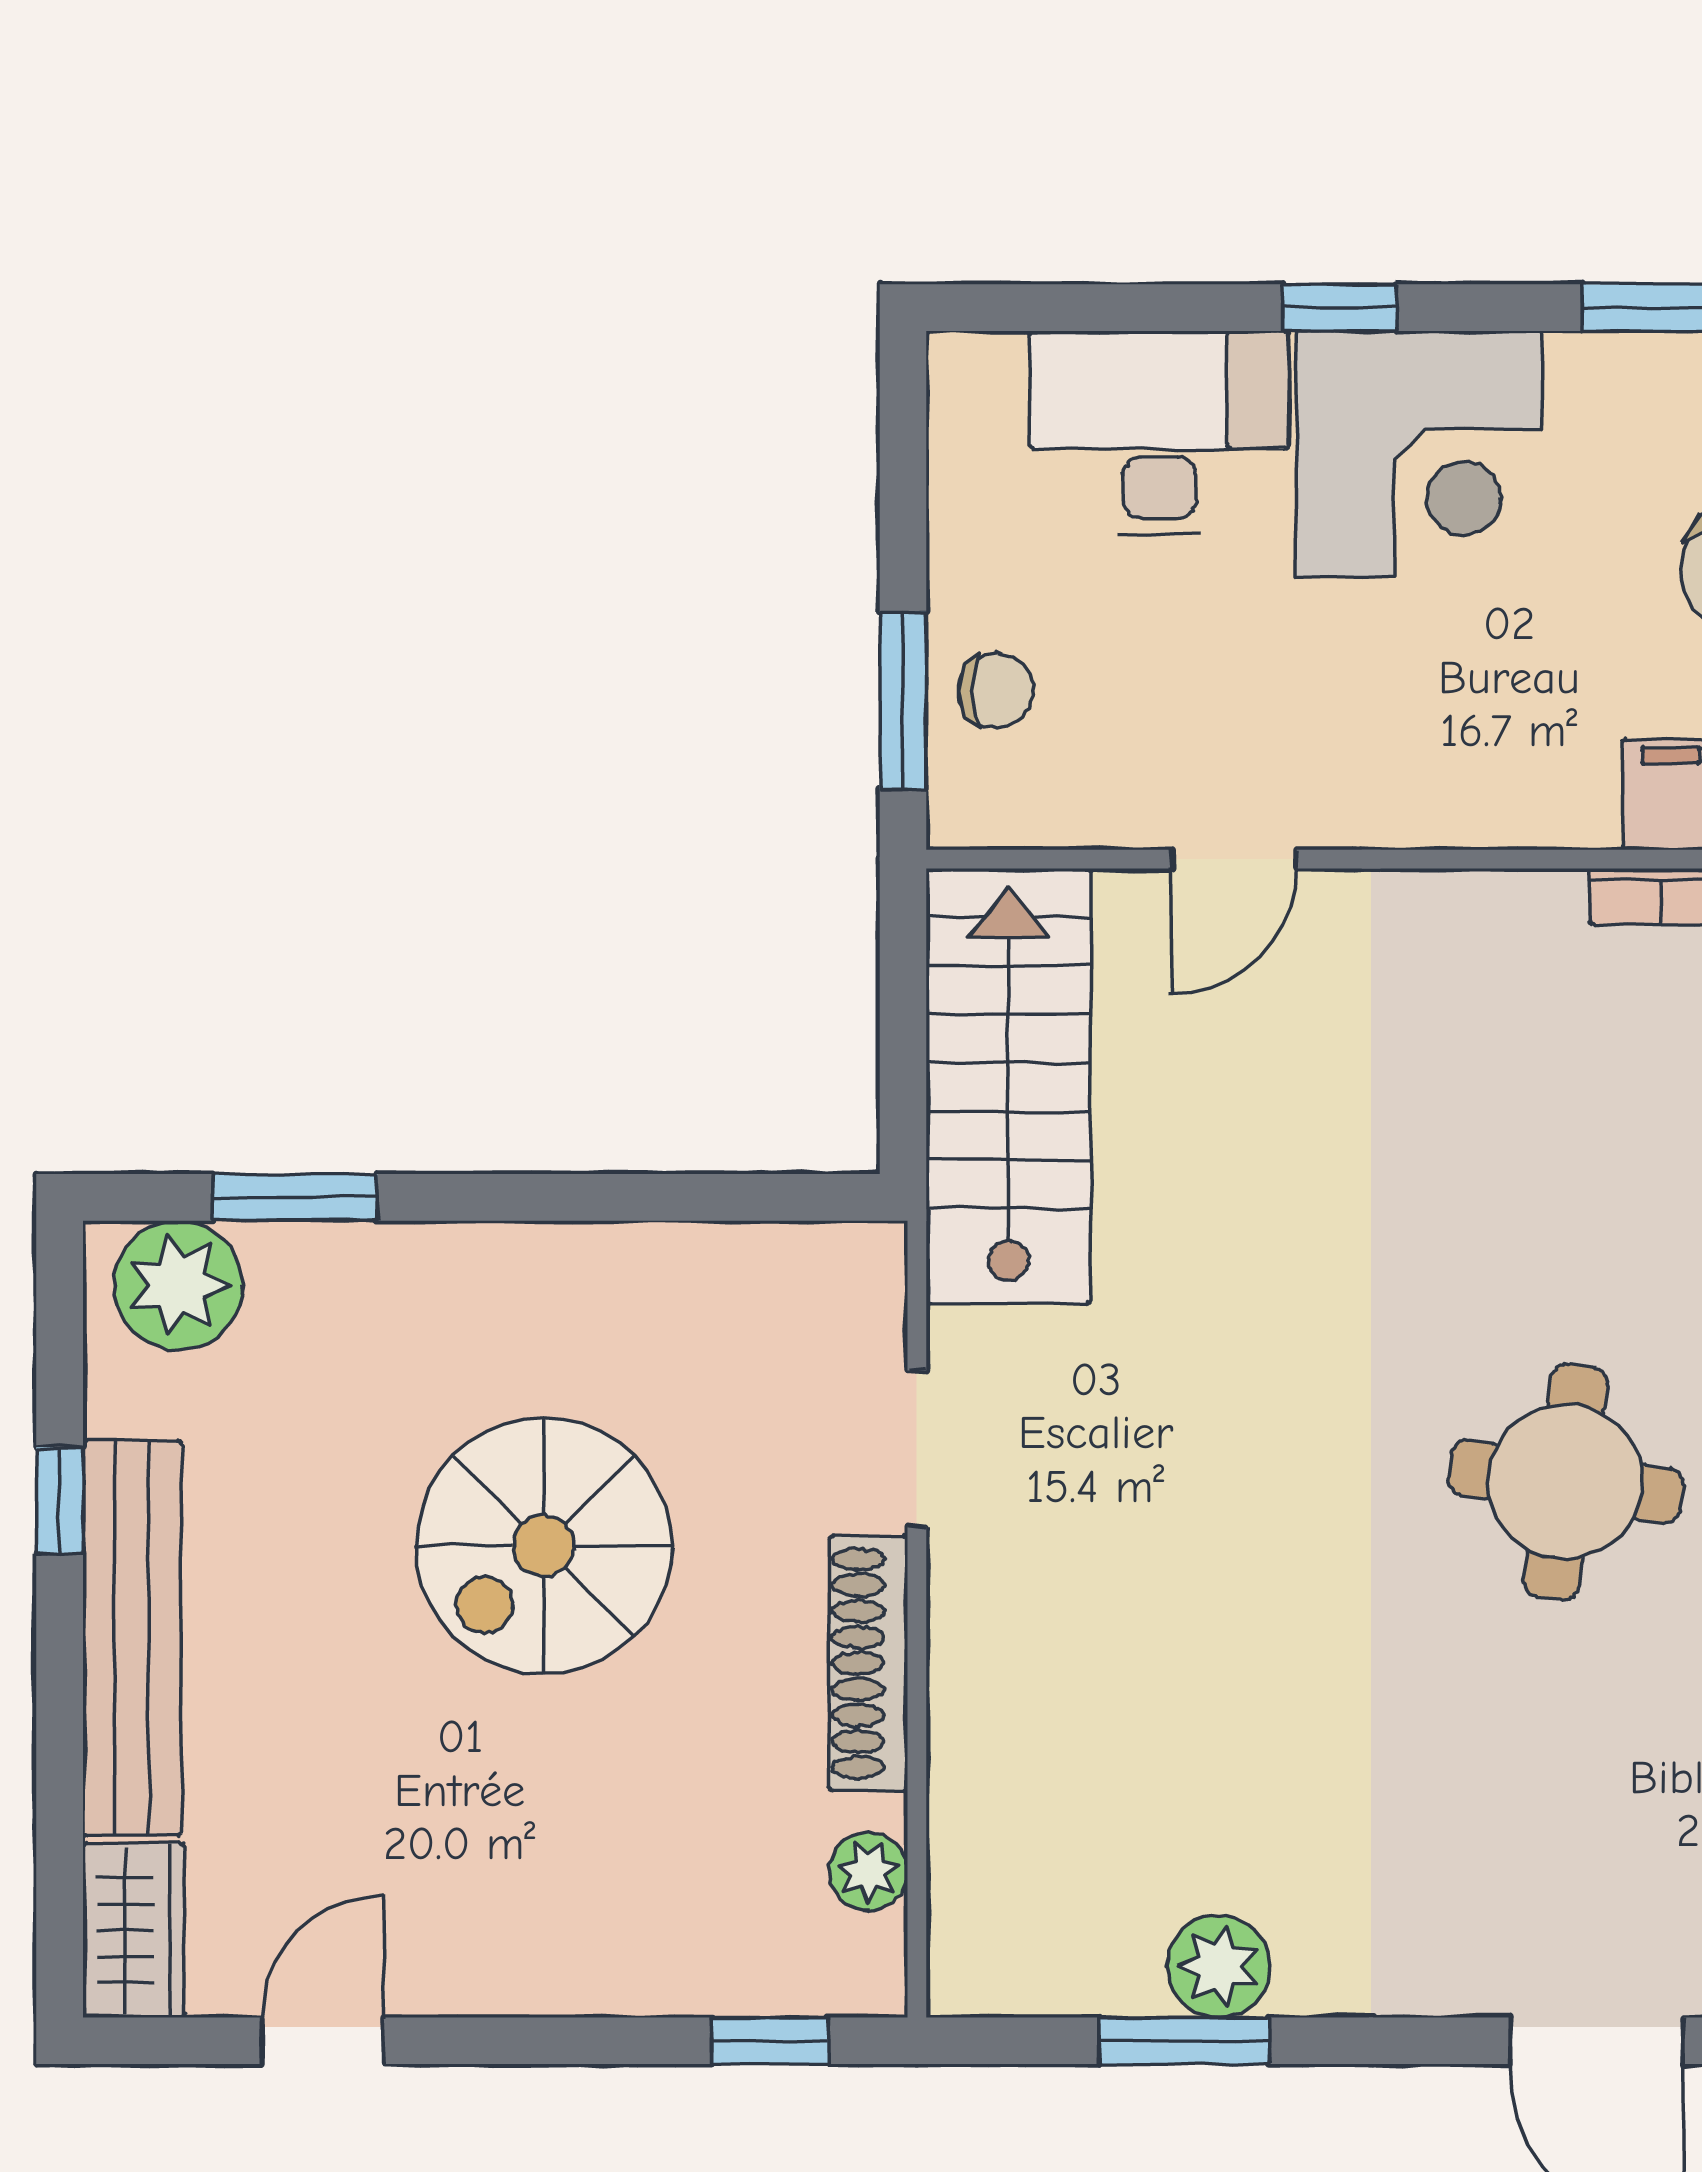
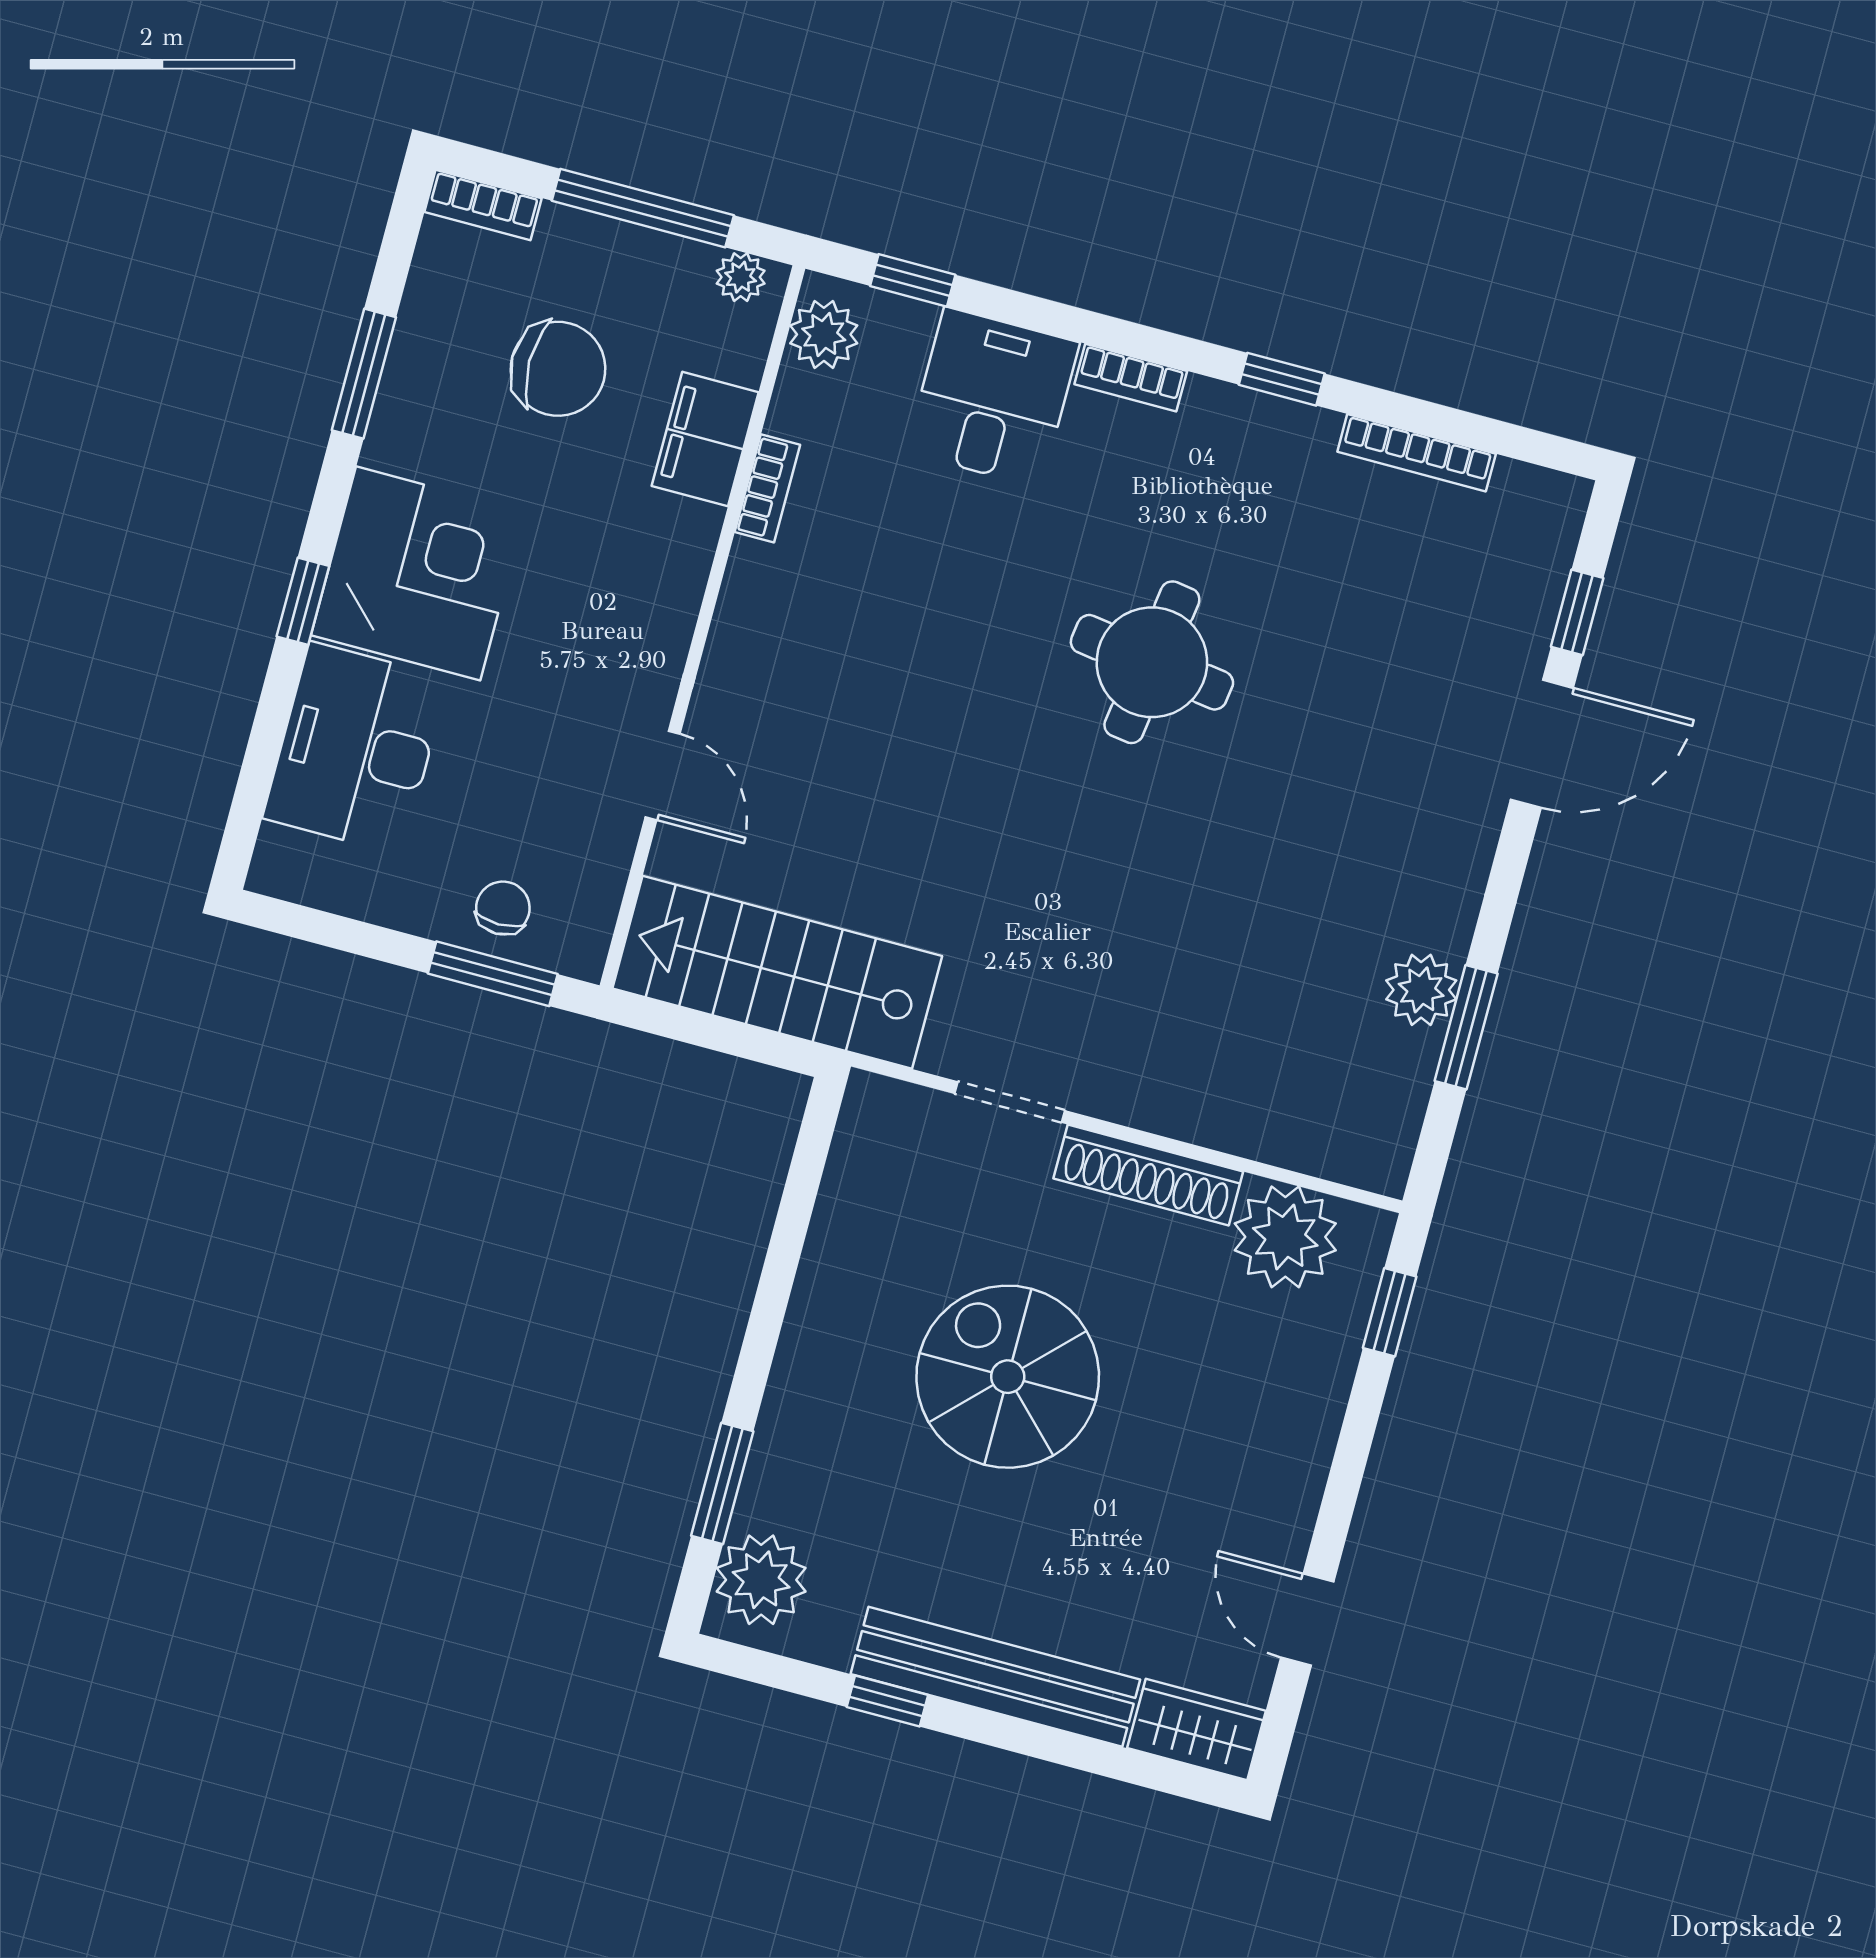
spiral stairs: (544, 1546) -> (1008, 1377), turned 180
plant: (868, 1872) -> (1285, 1237), width x1.88, depth x1.88

